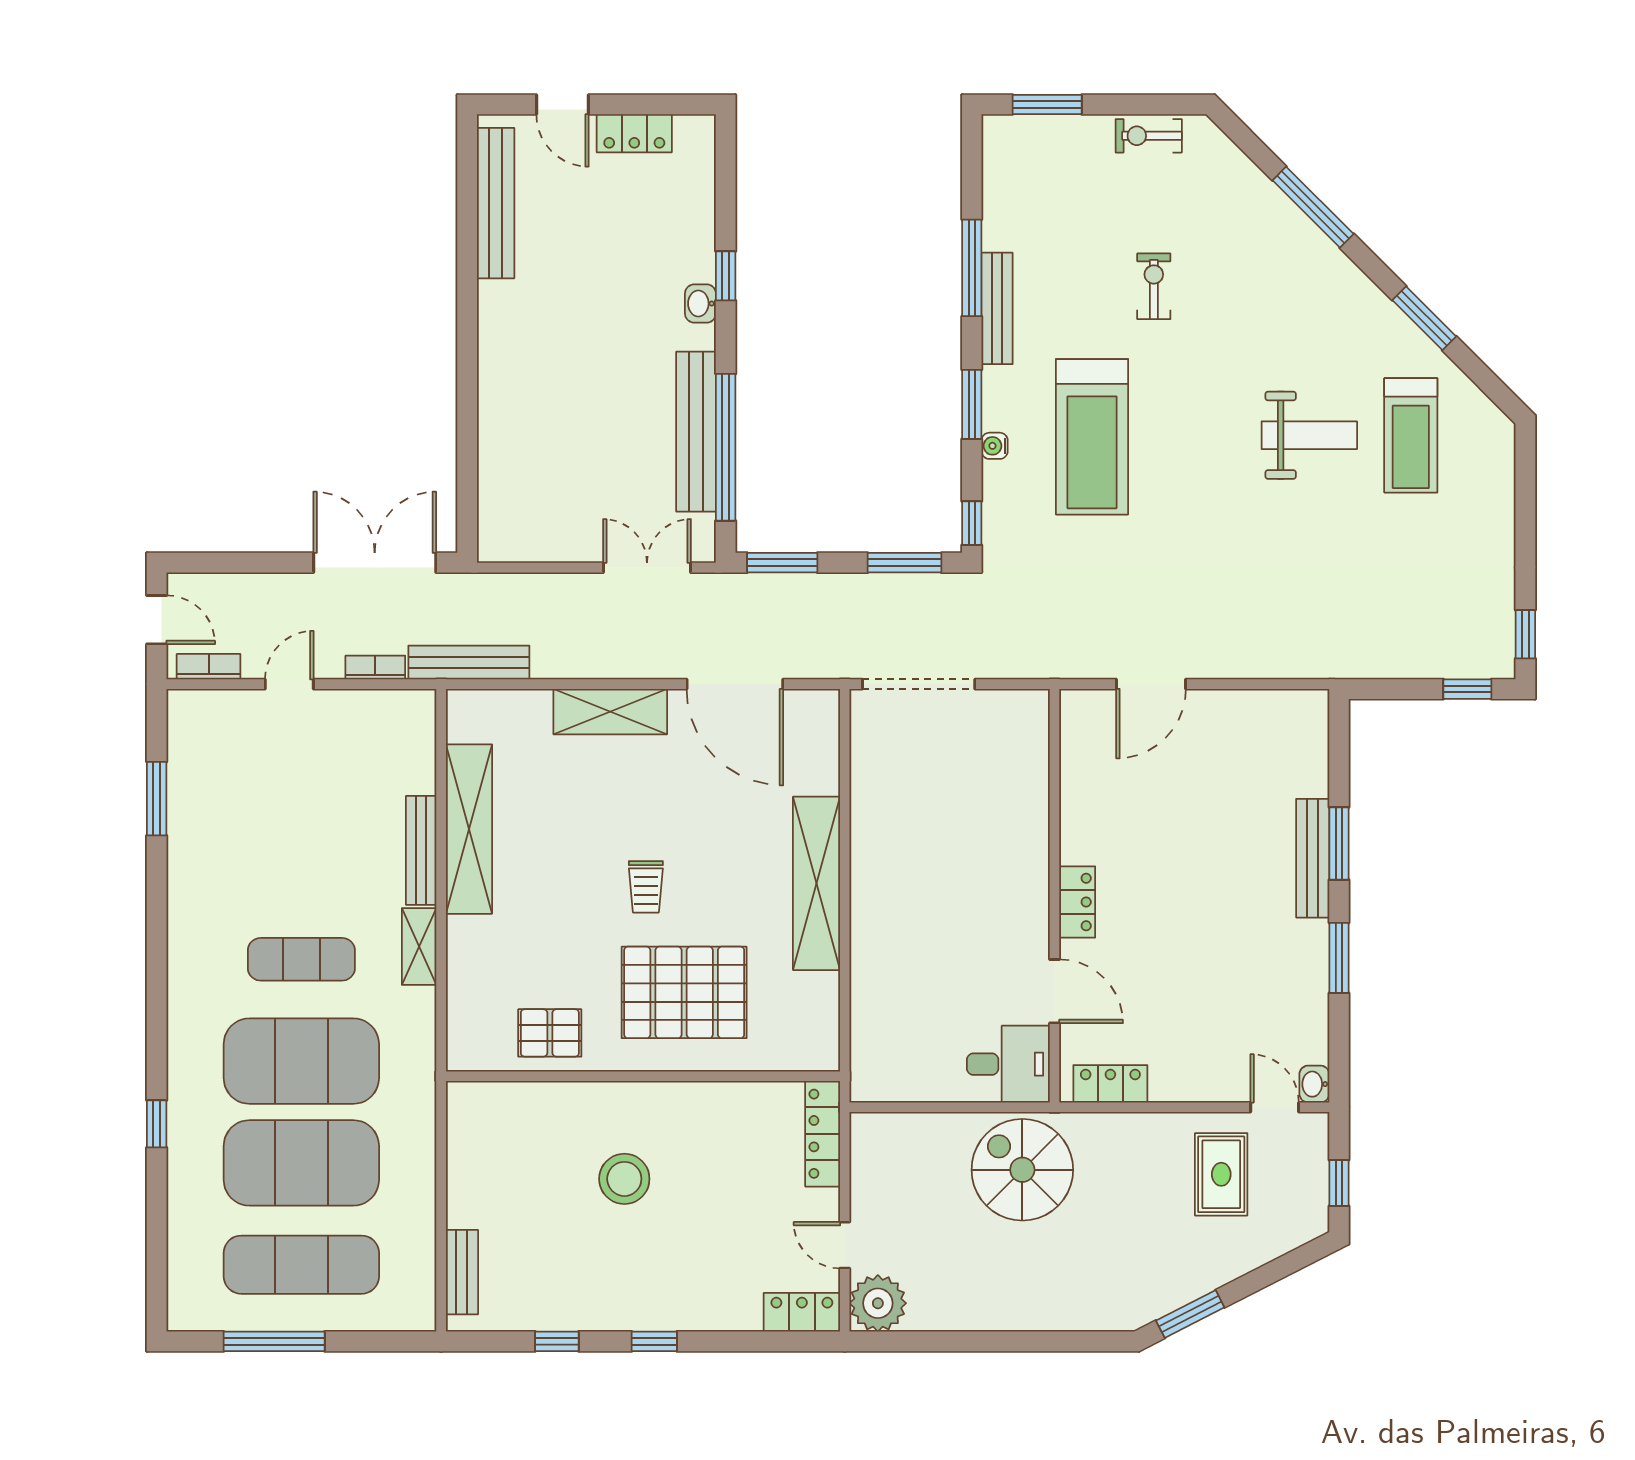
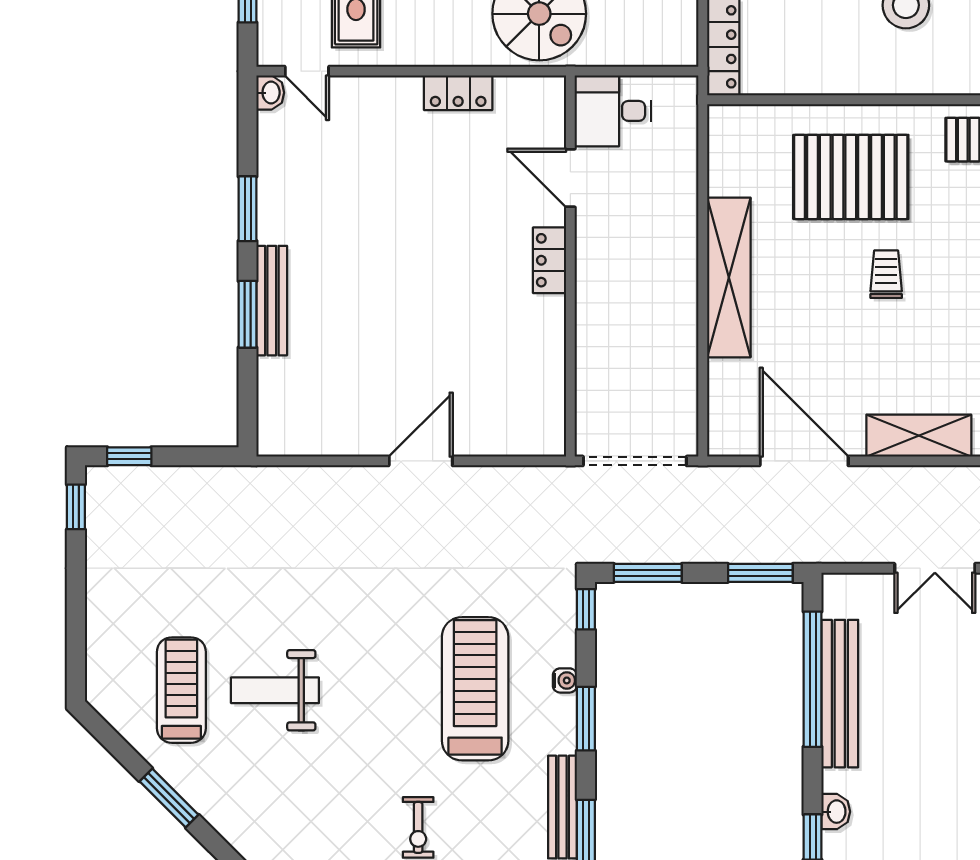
double door: (647, 568) -> (935, 568), moved
wall: (1054, 896) -> (570, 266), moved
locker: (1077, 902) -> (550, 260), moved
door: (1054, 991) -> (570, 178), moved
desk: (1008, 1064) -> (613, 111), moved

